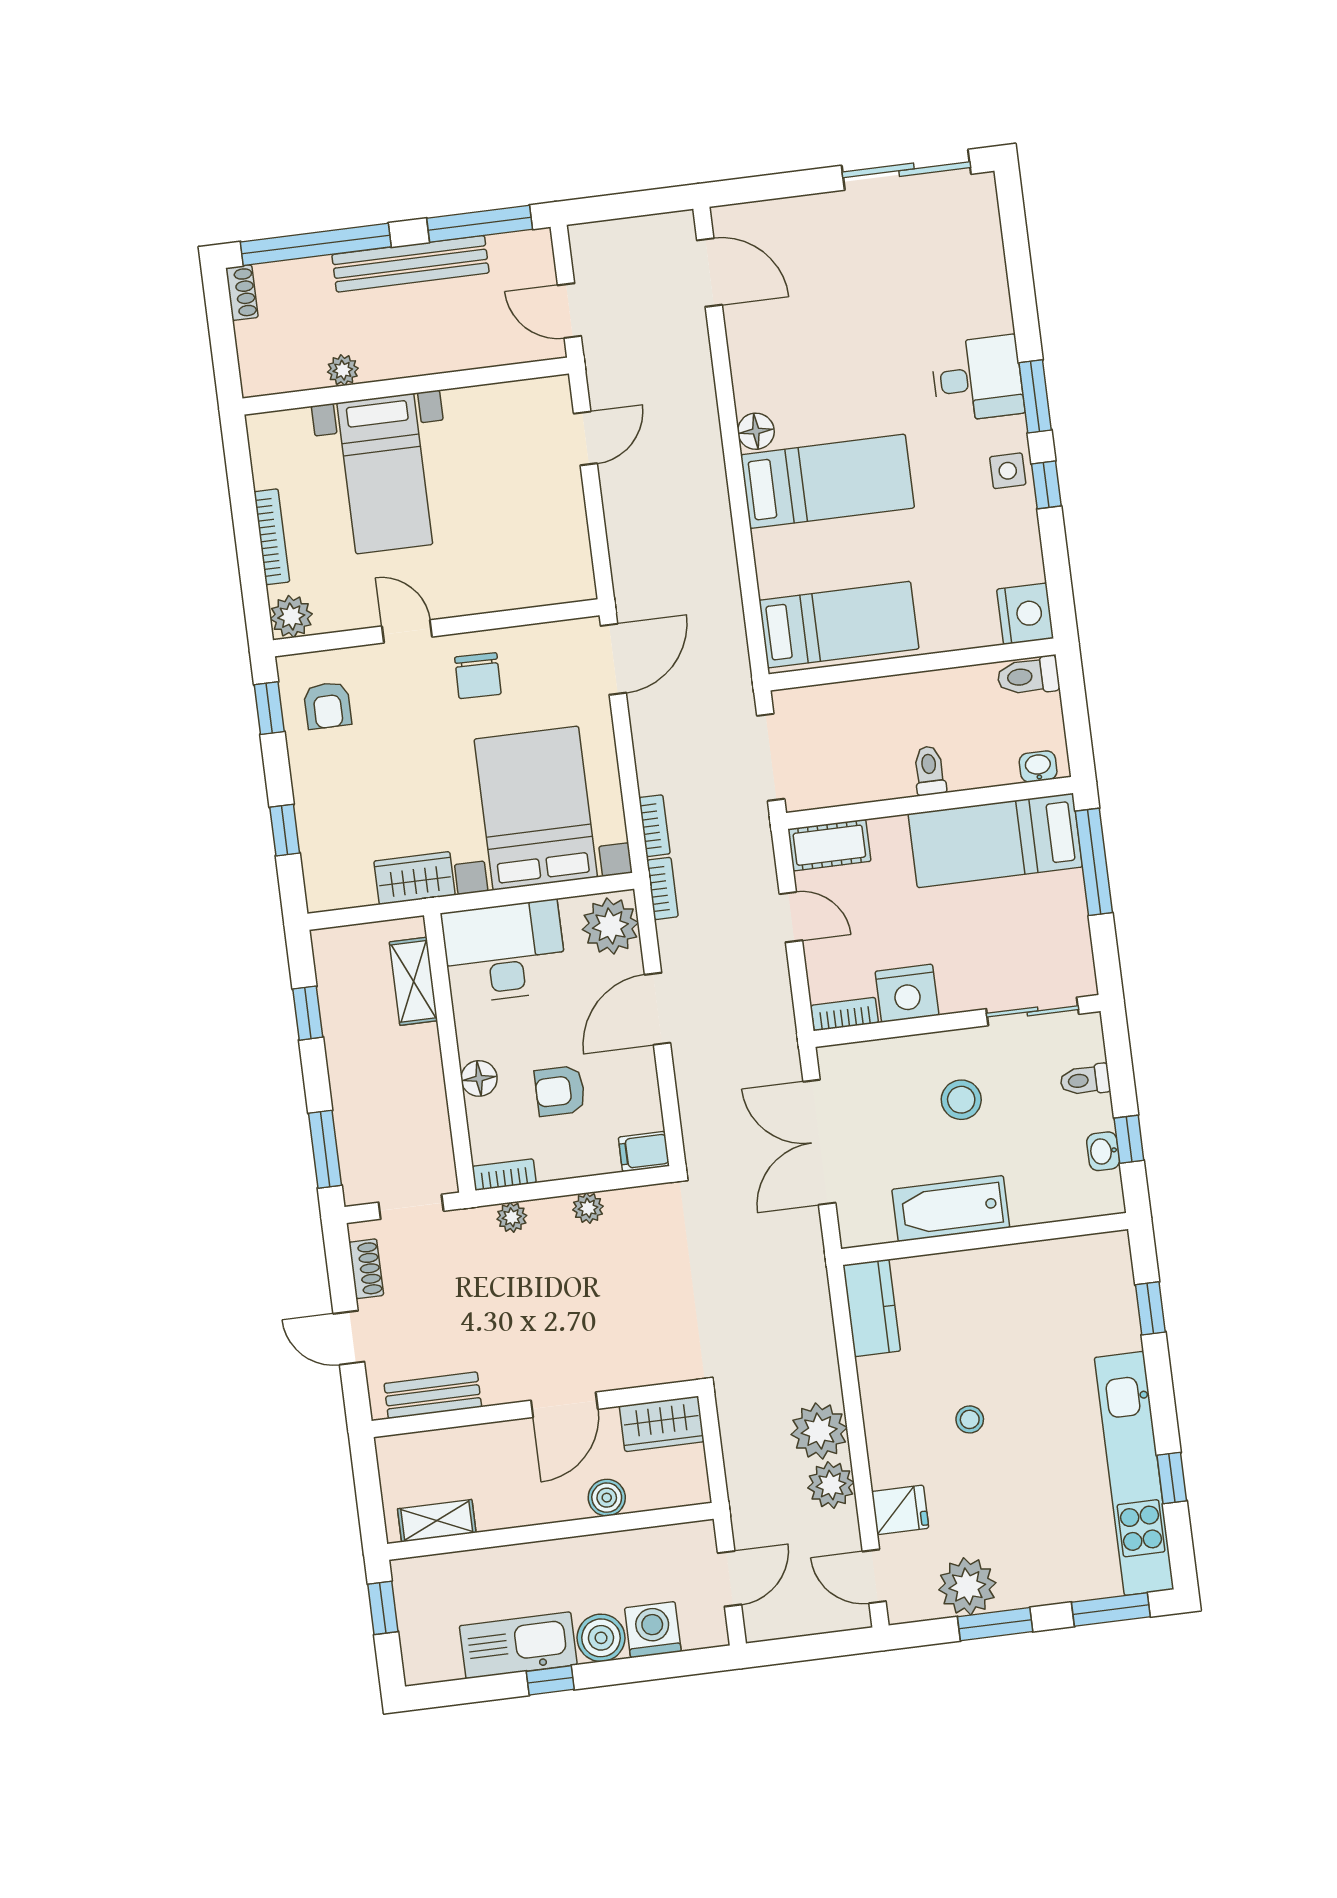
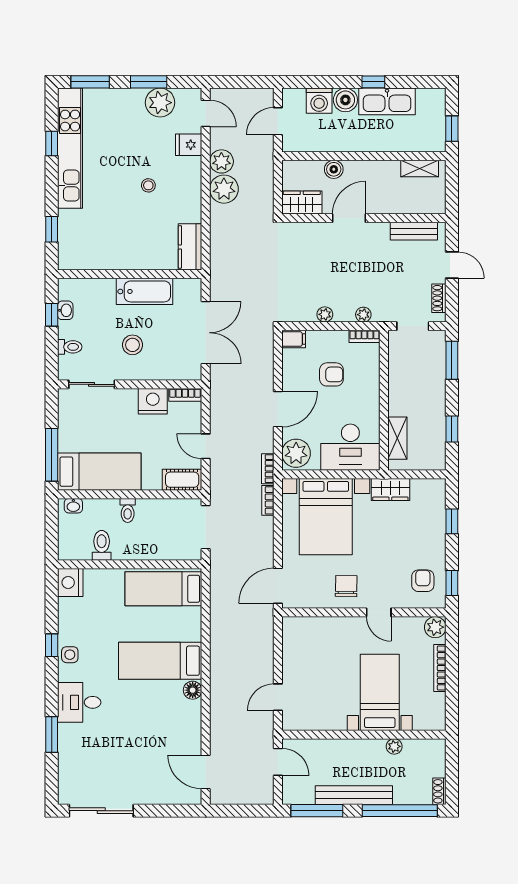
window: (1035, 396) -> (52, 735), moved
toilet: (1028, 676) -> (102, 545), moved, turned -90
floor lamp: (479, 1078) -> (371, 386), removed

